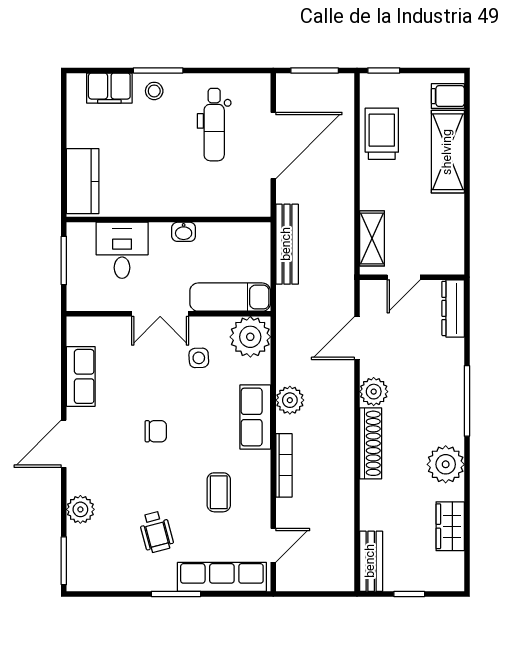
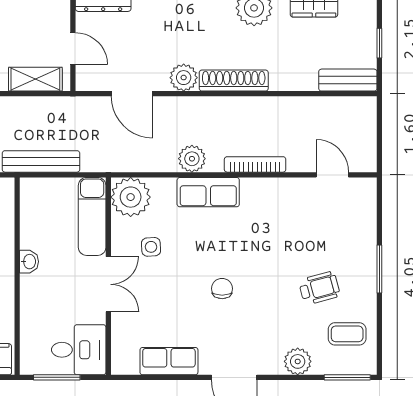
desk: (122, 250) -> (79, 350), moved, turned 180
coffee table: (219, 492) -> (347, 334), moved
row of seats: (222, 577) -> (363, 224), removed

